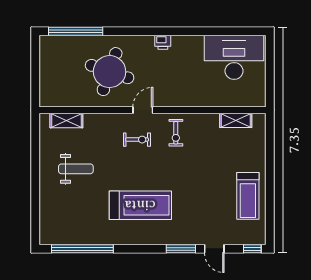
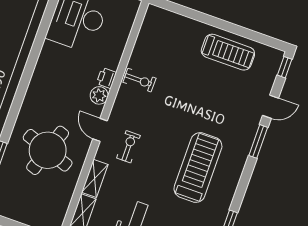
printer: (163, 42) -> (106, 78), moved, turned 180
plant: (172, 99) -> (99, 95), added
shelving: (236, 120) -> (95, 178), moved
exercise bike: (176, 133) -> (139, 80), moved

